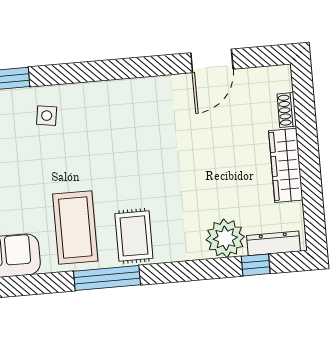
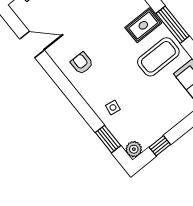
armchair: (139, 113) -> (82, 63), added

